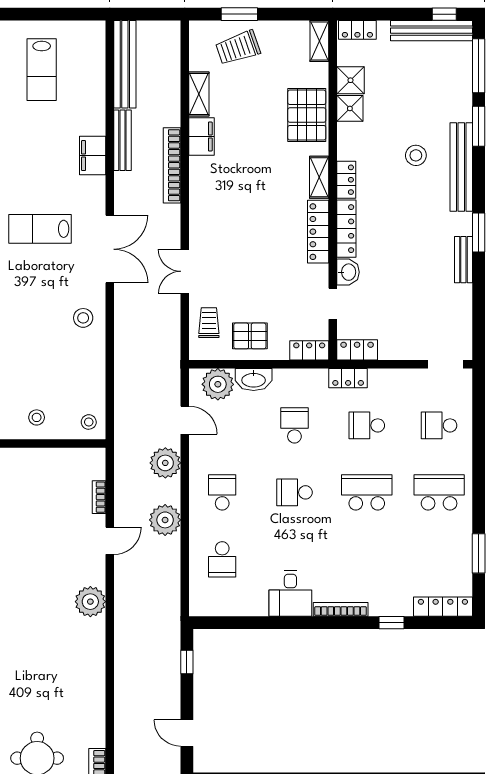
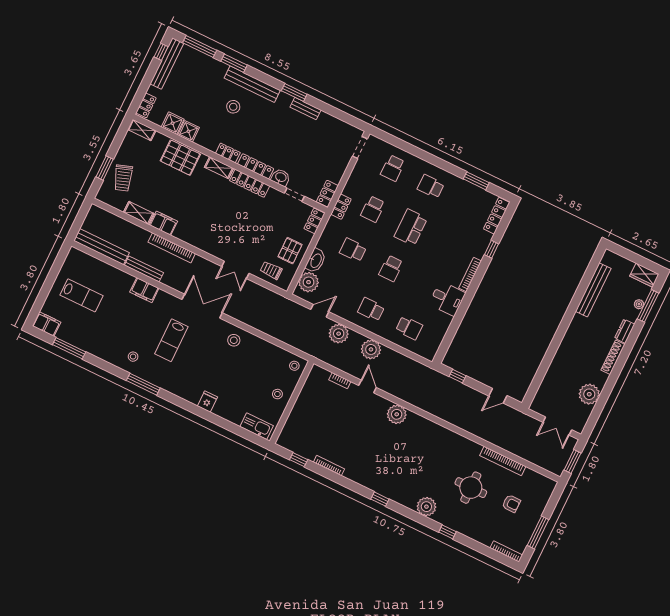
school desk: (439, 492) -> (431, 186), width x0.54

